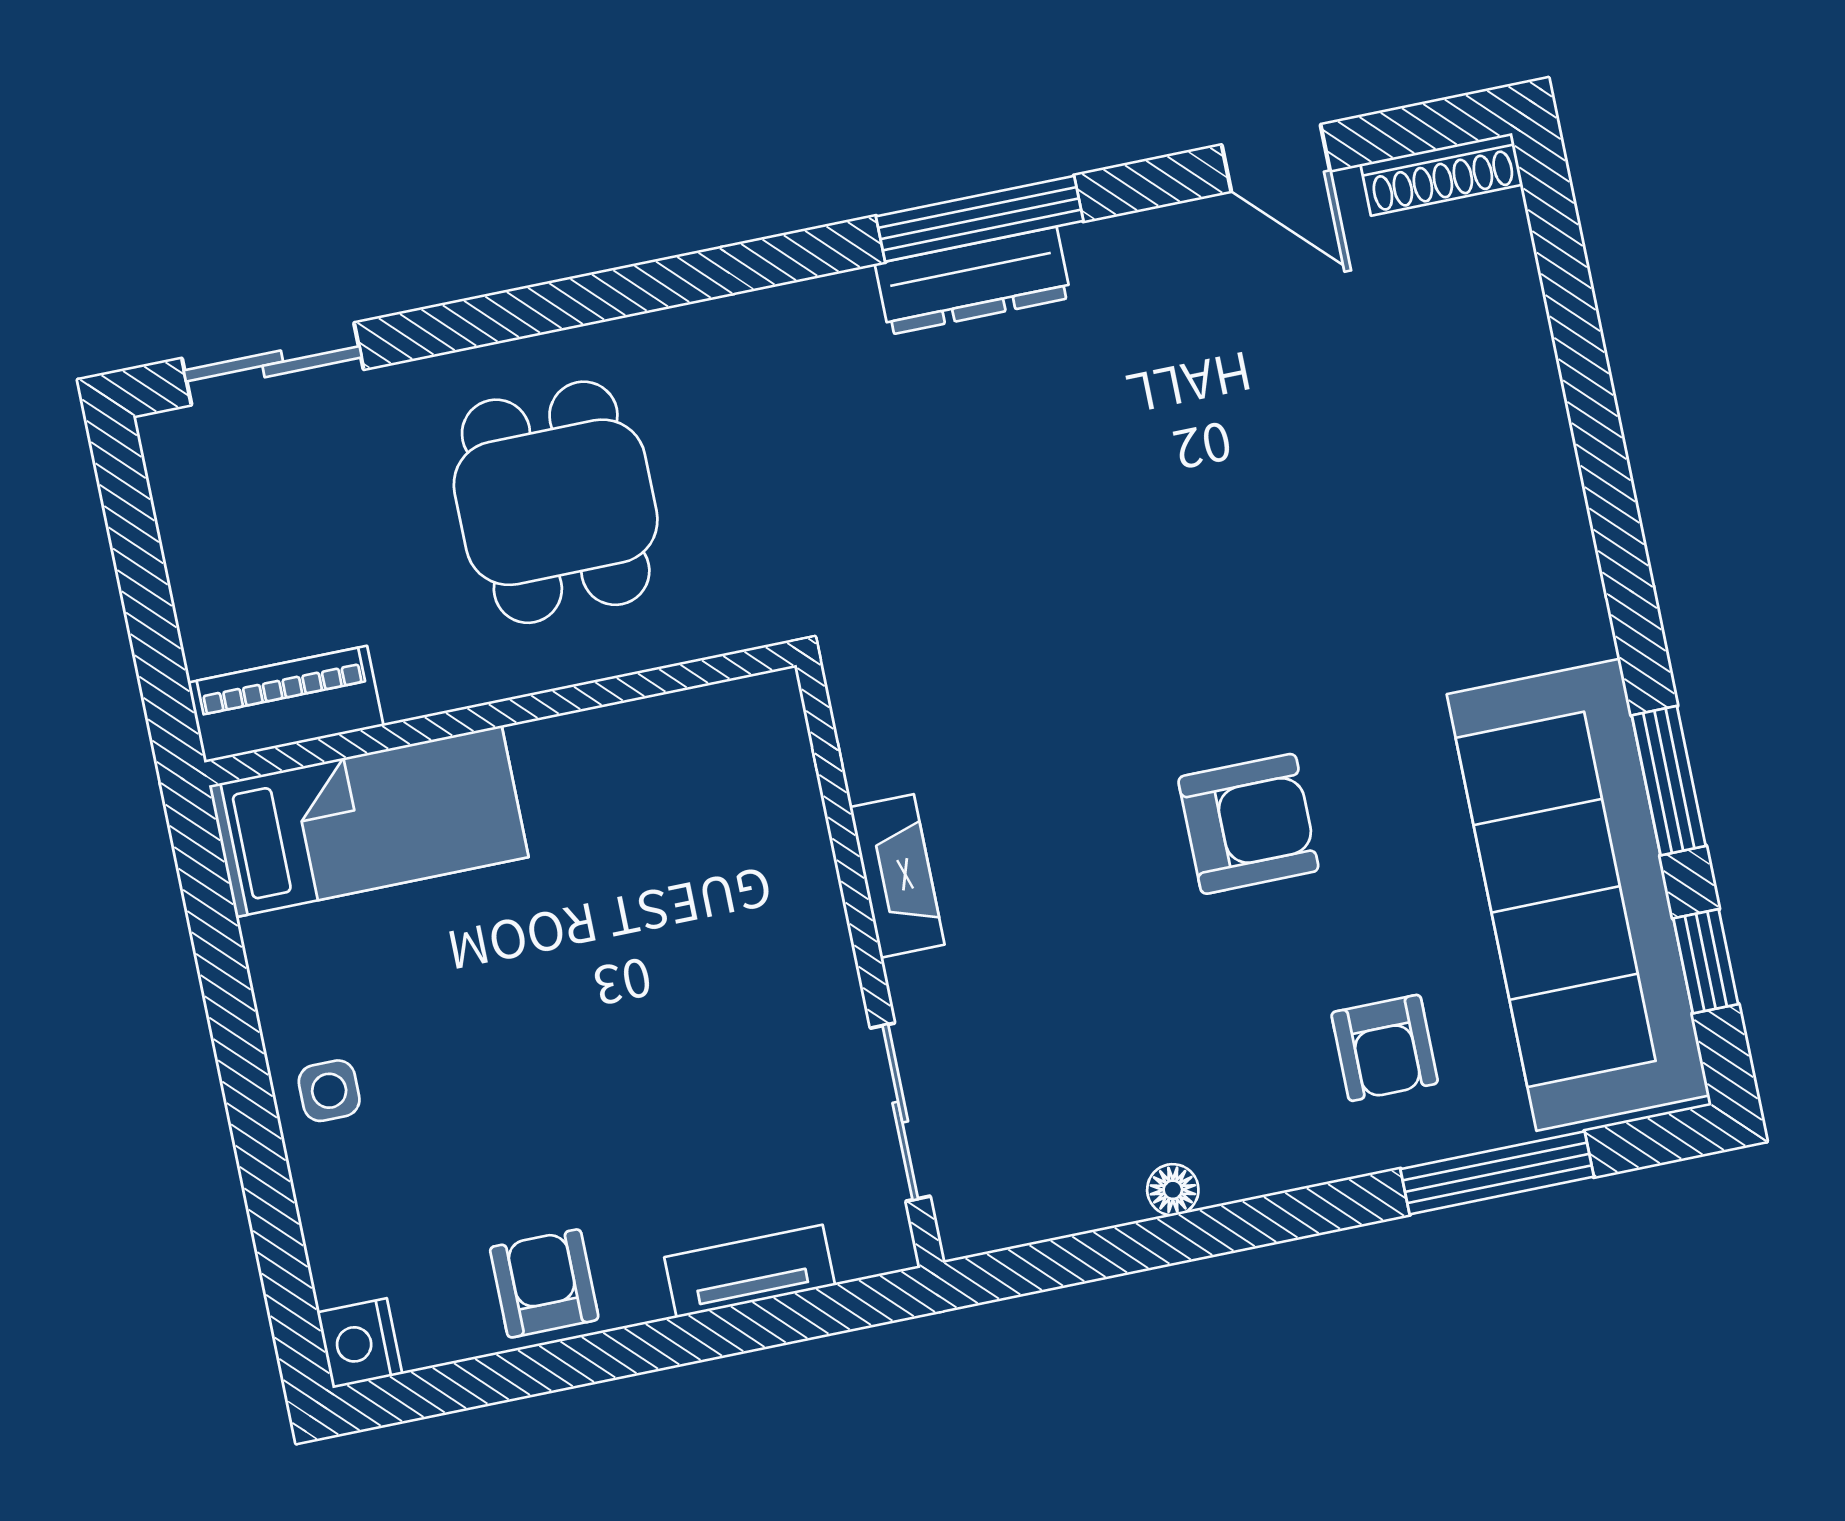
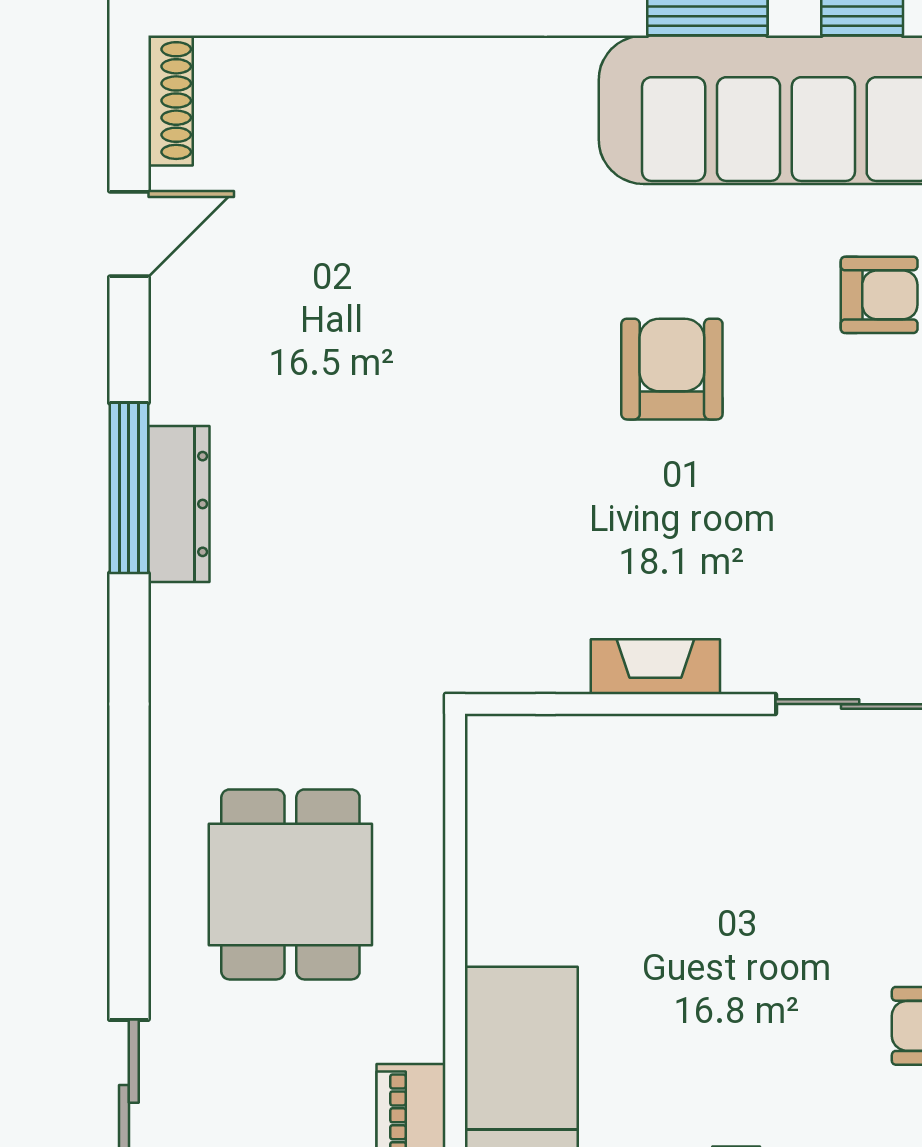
dining table: (556, 502) -> (290, 884), turned 90

